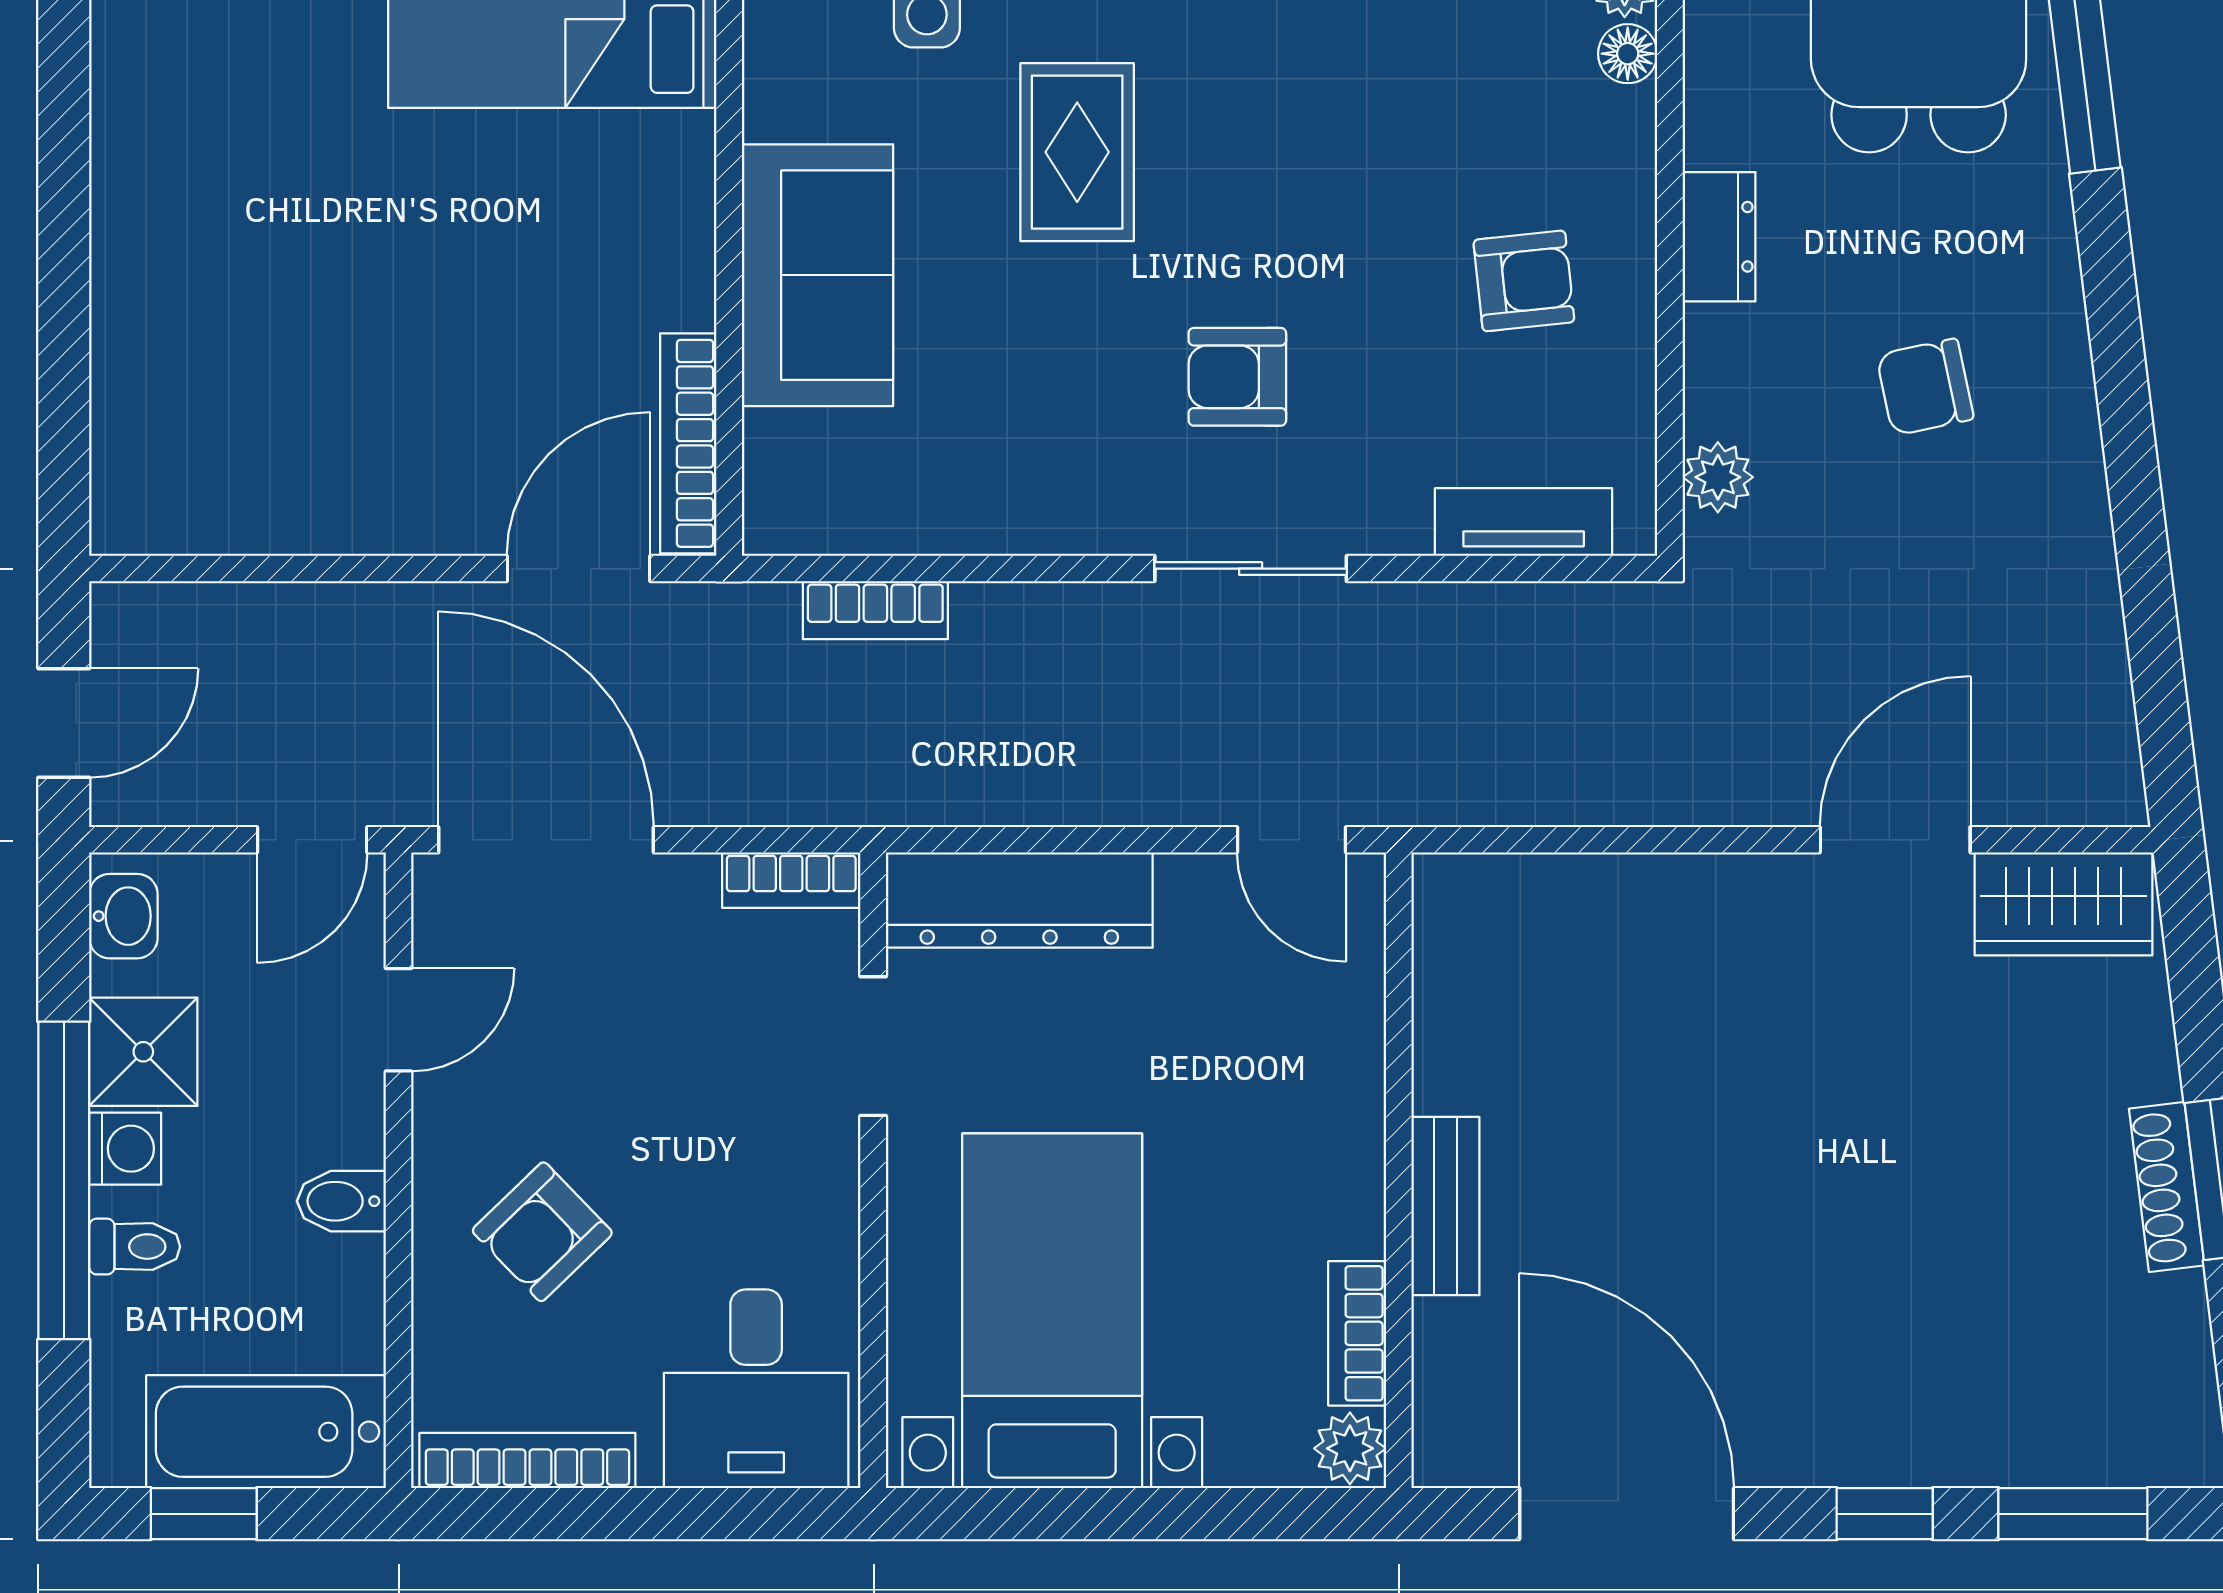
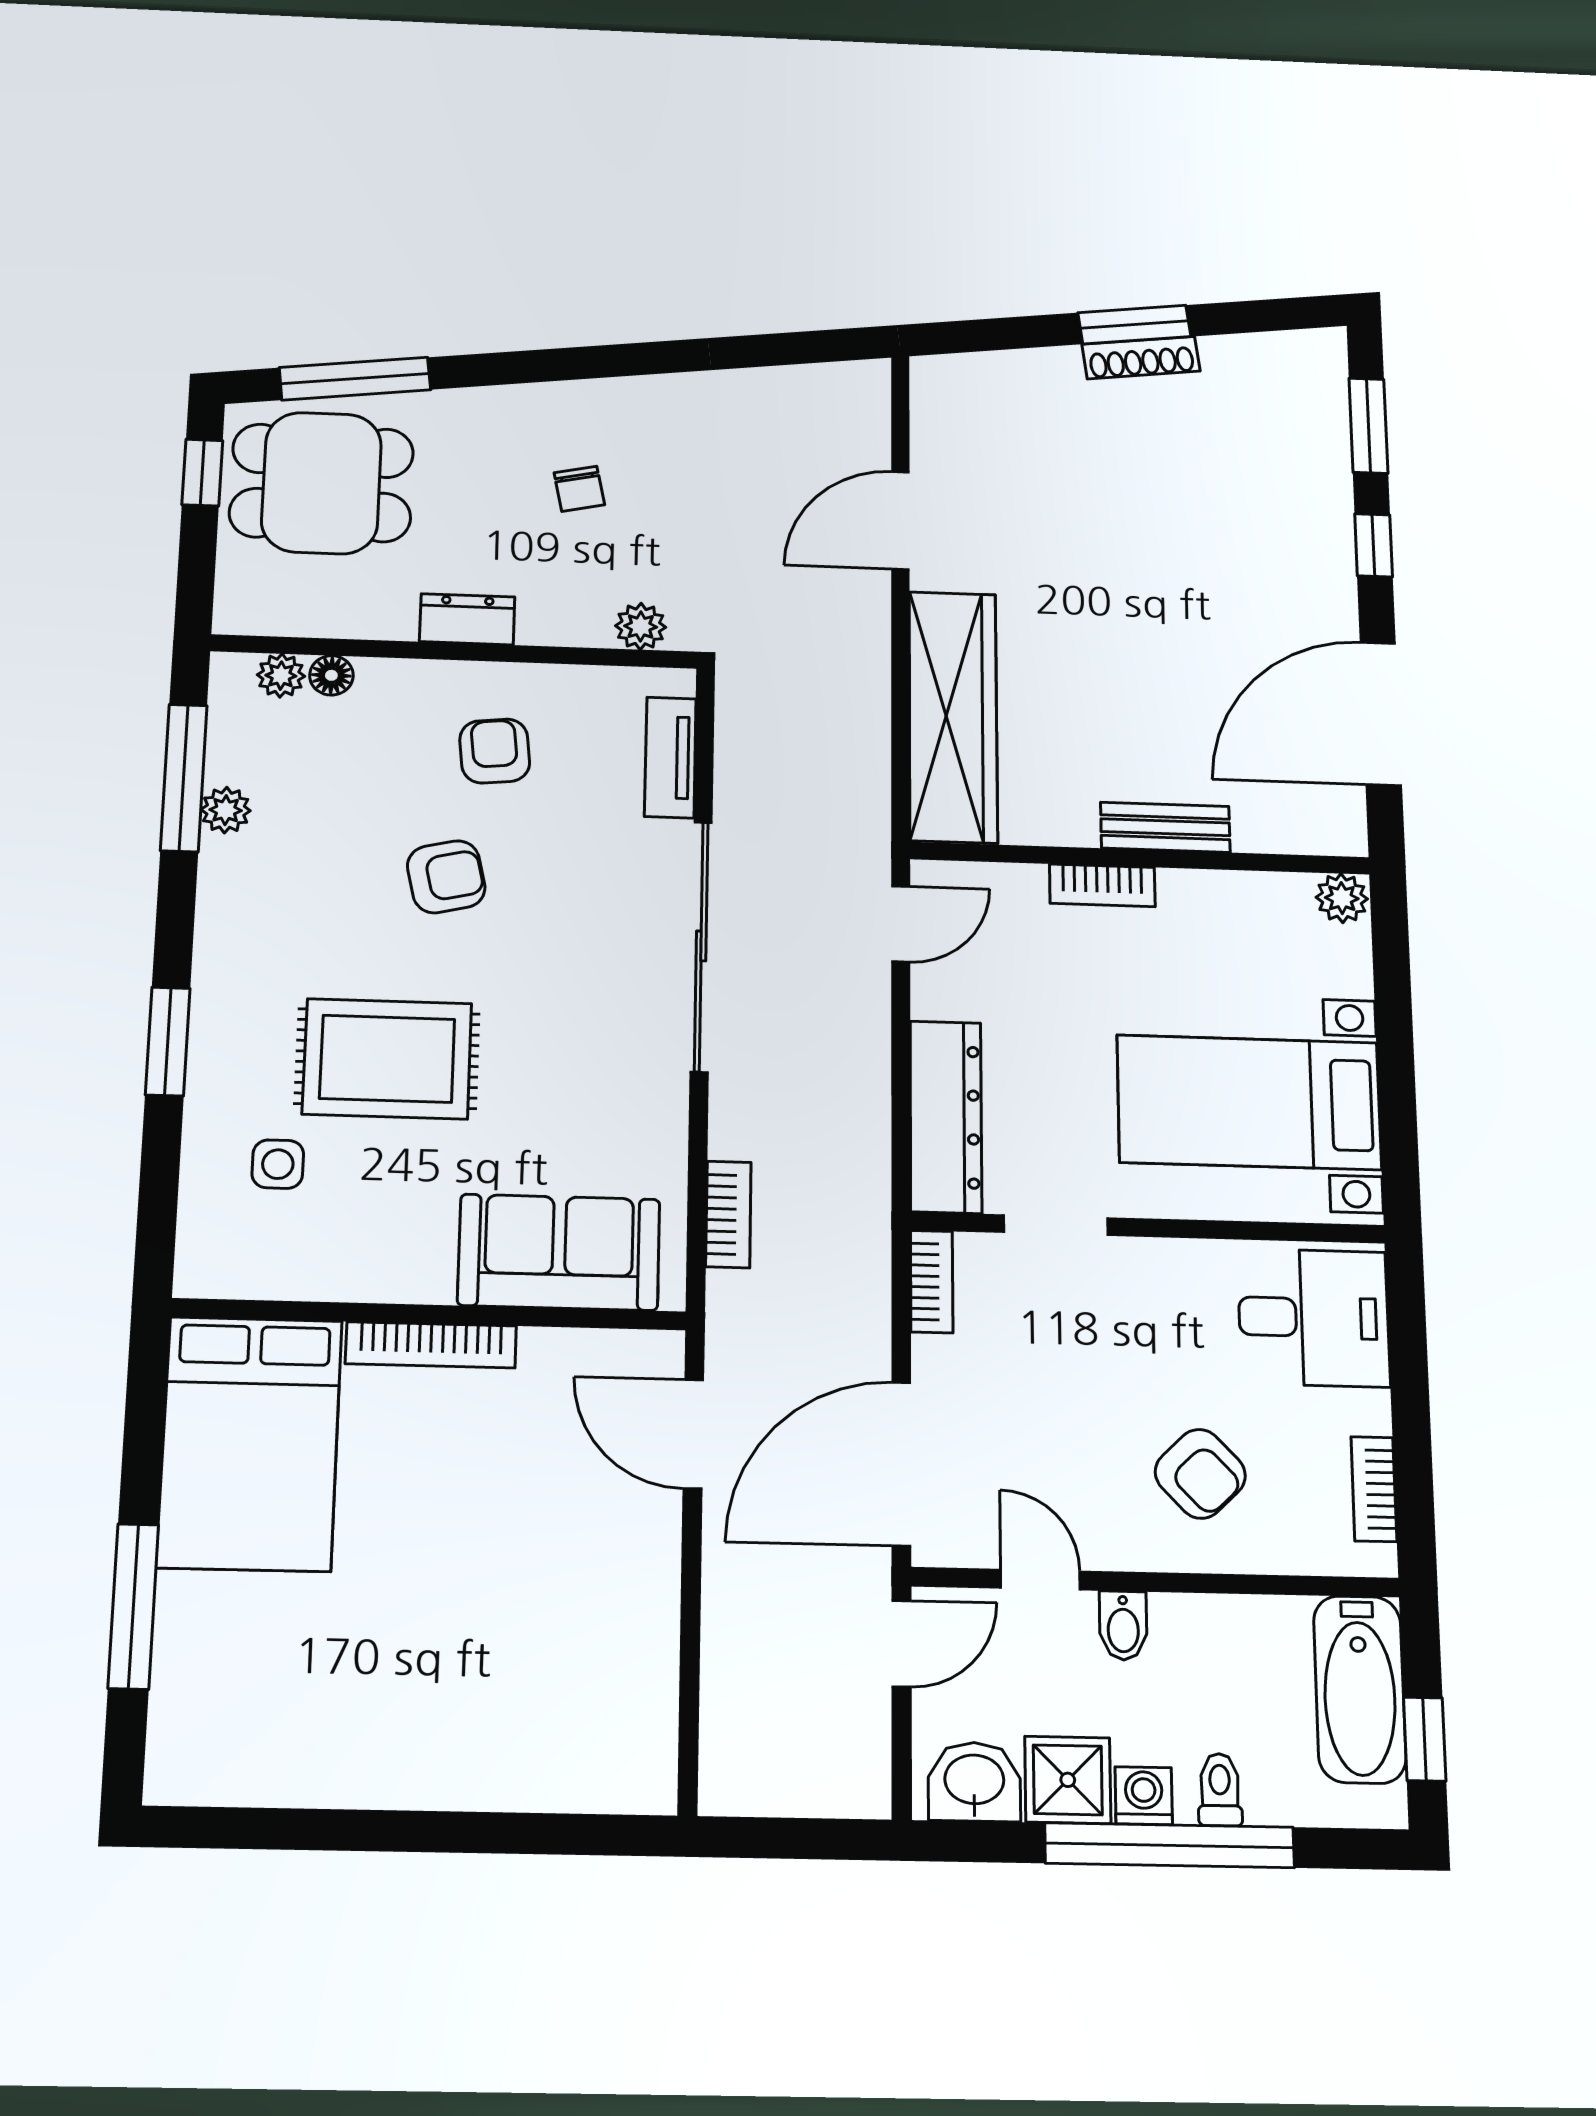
rug: (1077, 152) -> (387, 1059), width x1.36, depth x1.43
sofa: (818, 275) -> (559, 1252), moved
armchair: (1237, 377) -> (446, 877), moved, turned -103
chair: (1925, 387) -> (579, 489), width x0.73, depth x0.73
bookcase: (688, 443) -> (431, 1345), moved
sliding door: (1251, 569) -> (701, 946), width x1.86
door: (64, 723) -> (810, 1839), removed
door: (312, 840) -> (902, 1644), hinge flipped
door: (1895, 840) -> (900, 520), hinge flipped
wardrobe: (2063, 904) -> (953, 716), moved, width x2.10, depth x1.17
washbasin: (123, 916) -> (974, 1782), width x1.38, depth x1.45
bidet: (341, 1201) -> (1123, 1626), moved
bookcase: (1357, 1333) -> (1102, 885), moved
bookcase: (527, 1461) -> (1374, 1489), width x0.64

